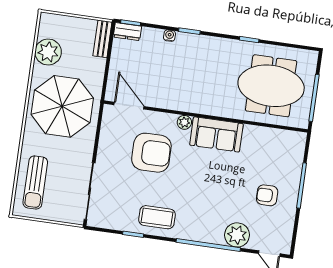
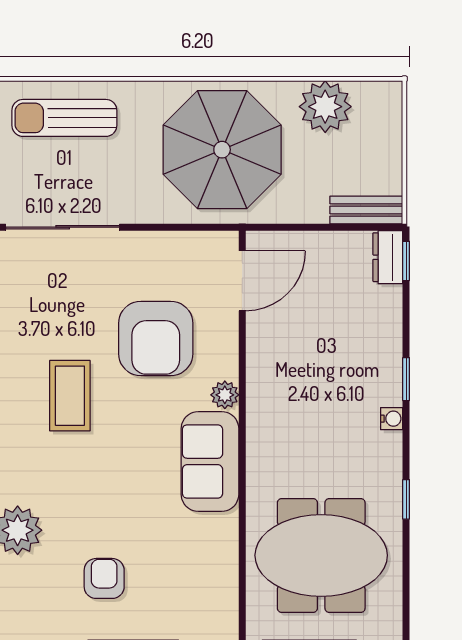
water cooler: (169, 36) -> (392, 419), moved
meeting table: (271, 86) -> (321, 555), turned 90
coffee table: (157, 217) -> (70, 396), moved

